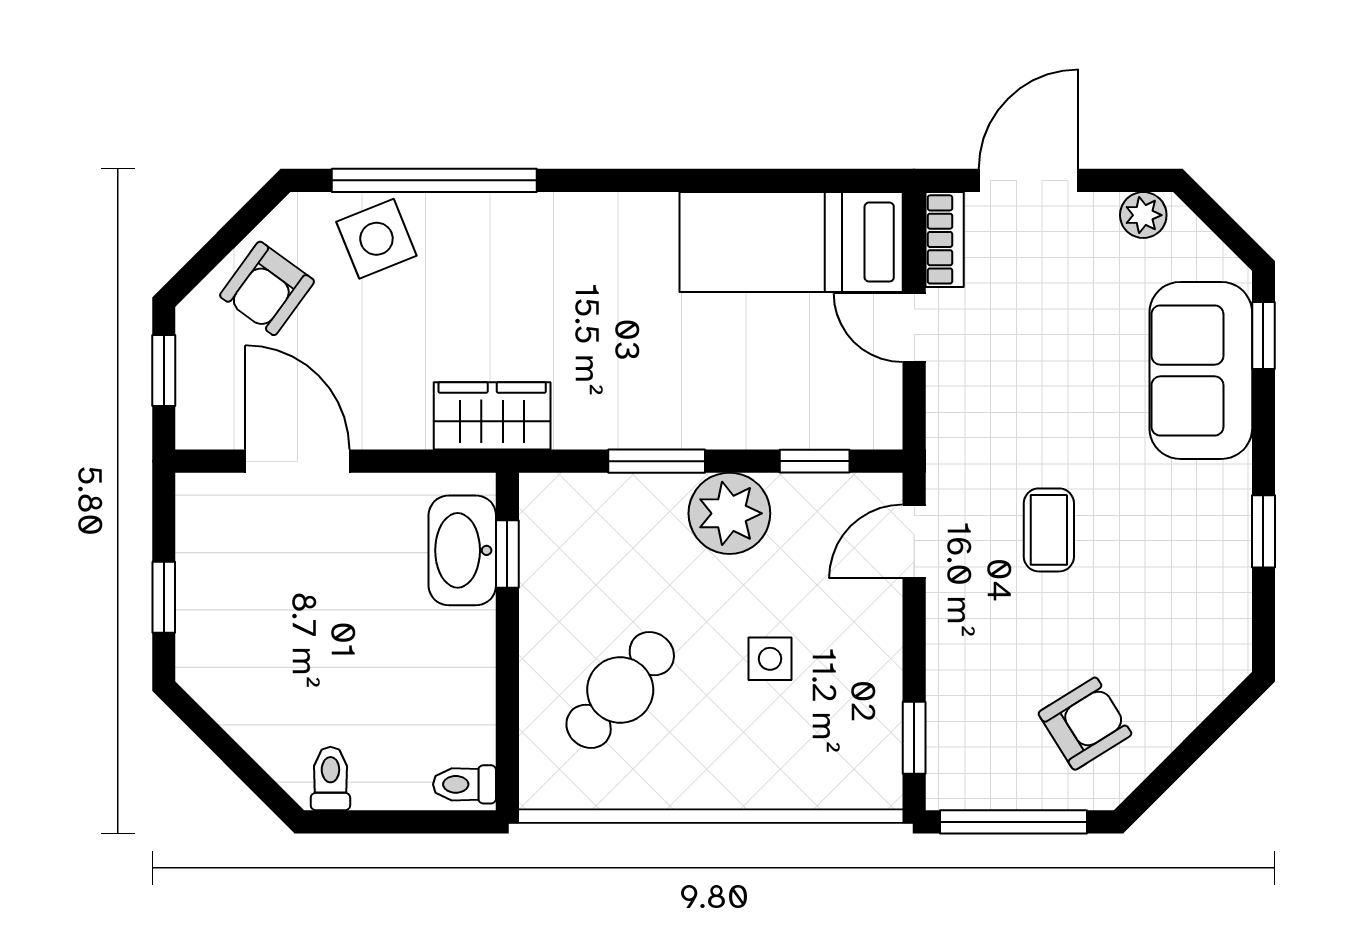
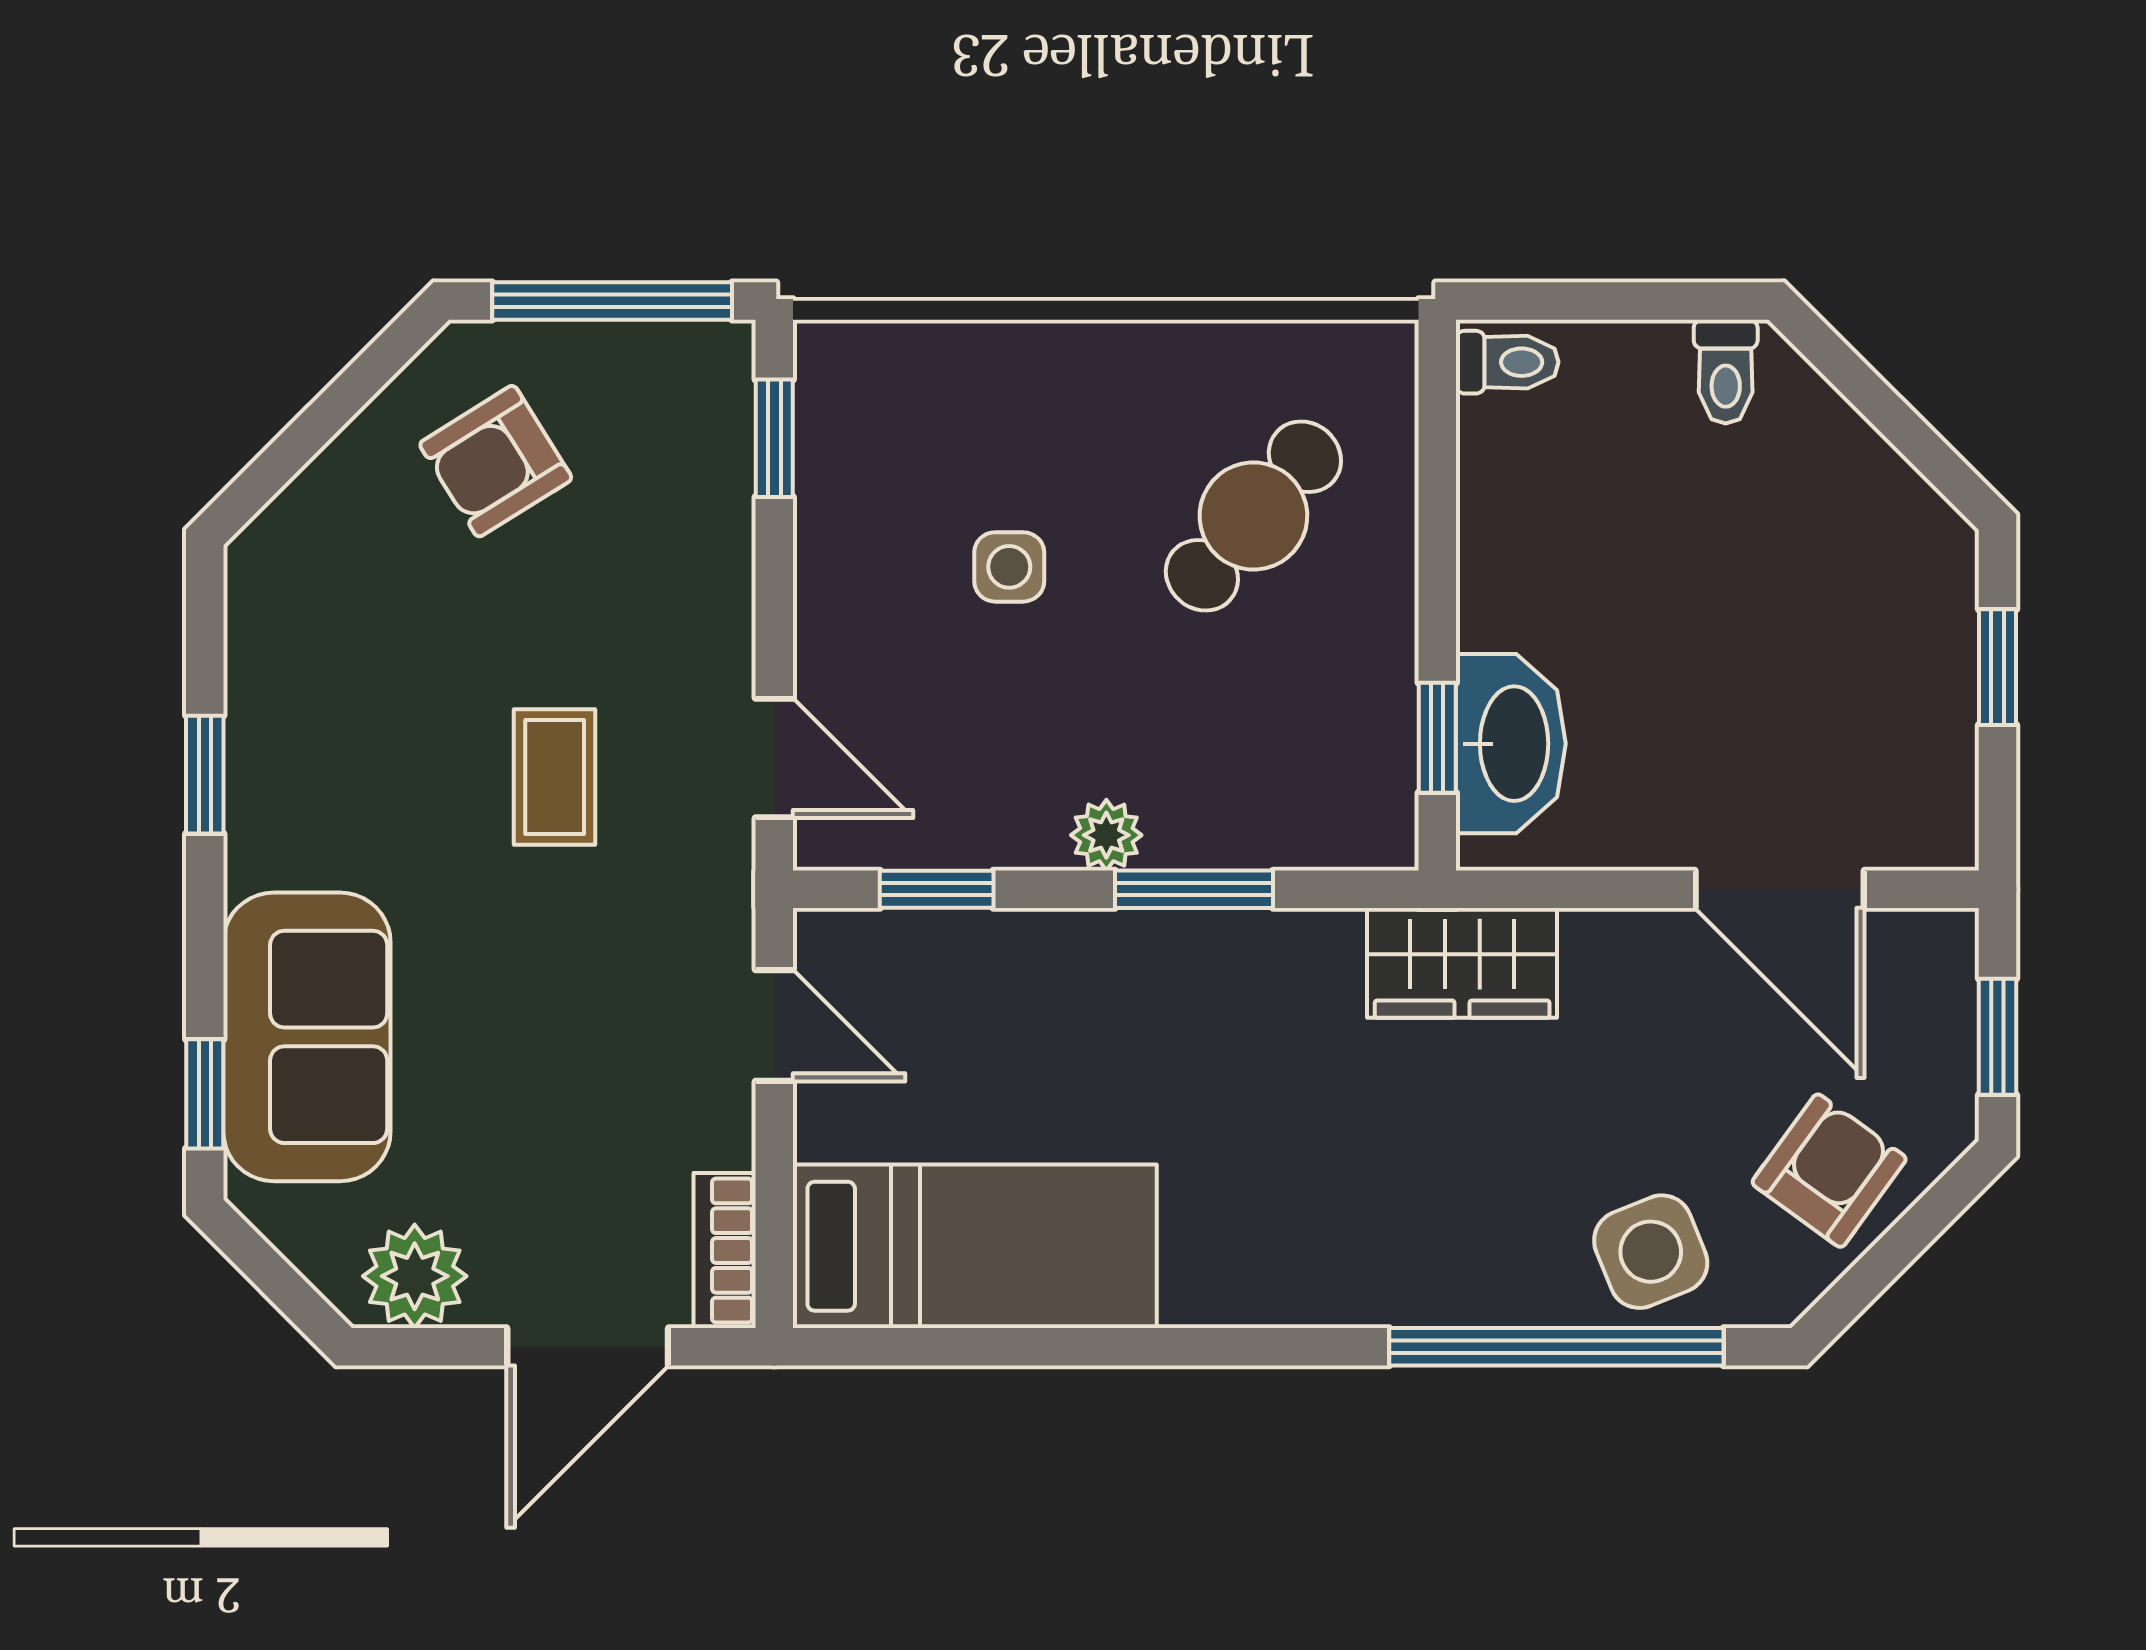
plant: (1143, 215) -> (415, 1276), width x1.38, depth x1.38
door: (914, 328) -> (774, 1025), moved
plant: (729, 513) -> (1106, 835), width x0.53, depth x0.53
door: (914, 542) -> (774, 758), hinge flipped

